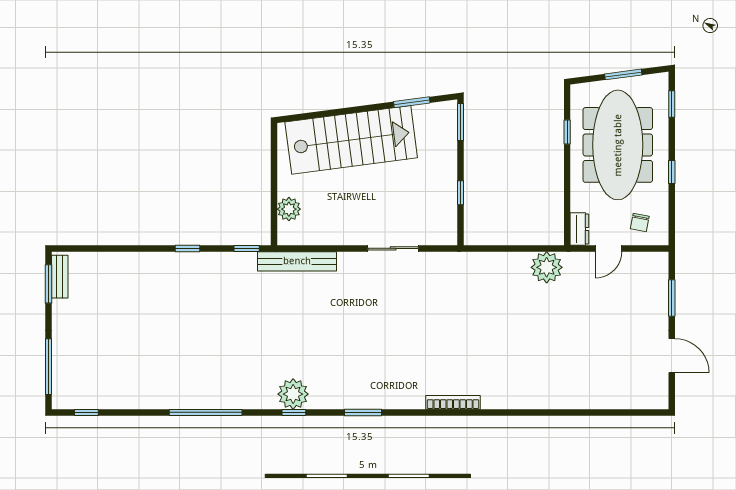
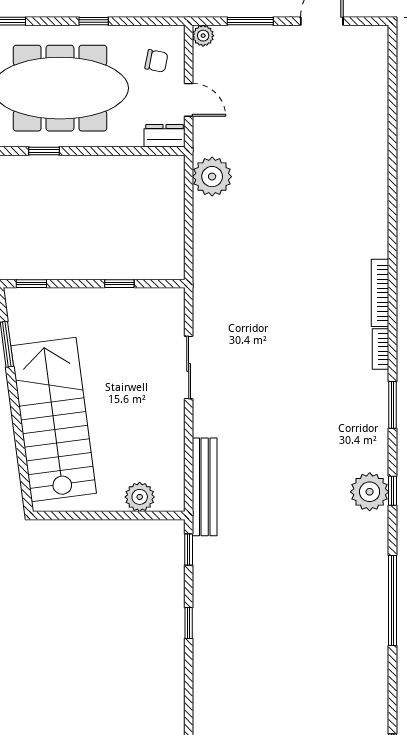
window: (461, 122) -> (31, 284), width x0.67
plant: (660, 260) -> (203, 36), added
bookcase: (408, 403) -> (381, 349), added

